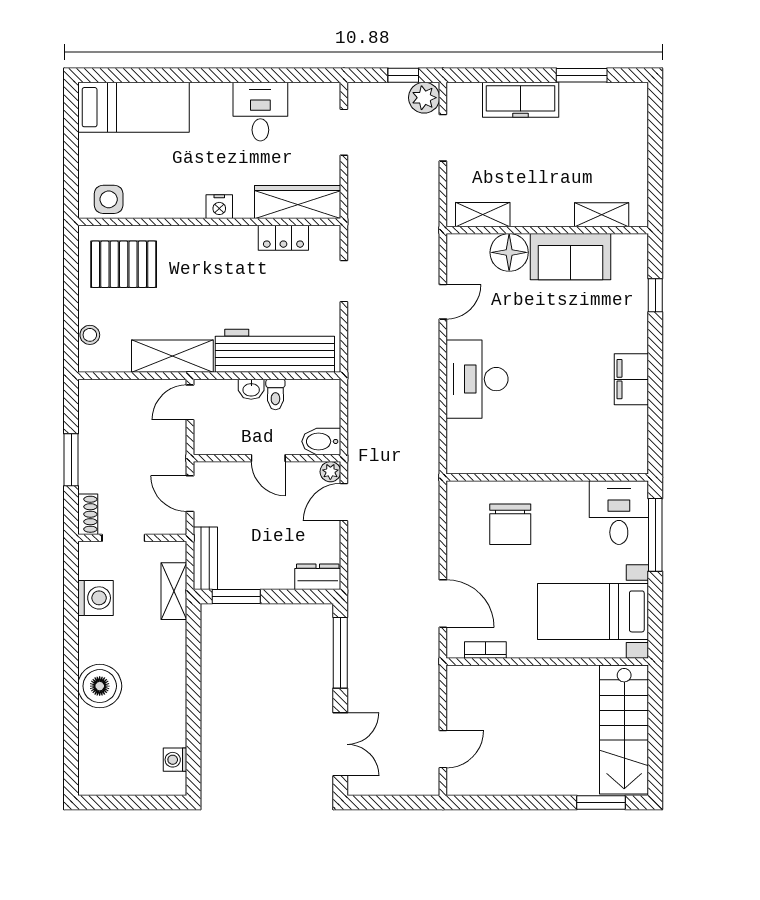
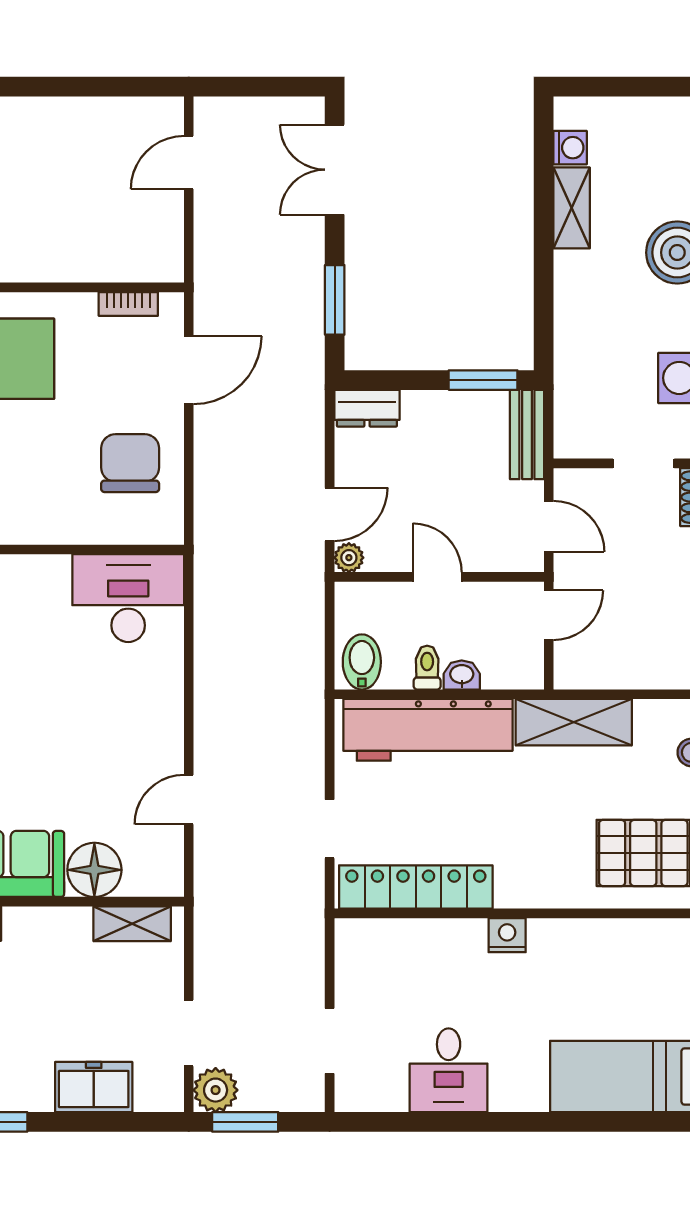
window: (403, 75) -> (245, 1122), width x1.50
freezer: (521, 100) -> (94, 1087), width x0.71
side table: (109, 199) -> (665, 945), removed
wardrobe: (298, 202) -> (395, 942), removed
locker: (283, 238) -> (416, 887), width x2.16, depth x1.21
desk: (477, 379) -> (128, 598), moved, turned -90
door: (190, 402) -> (549, 615), moved
bidet: (321, 441) -> (362, 662), moved, turned -90
chair: (510, 524) -> (130, 463), moved
shelving: (174, 591) -> (572, 208), moved
door: (443, 603) -> (189, 370), swing flipped
window: (340, 653) -> (335, 300), width x0.69

